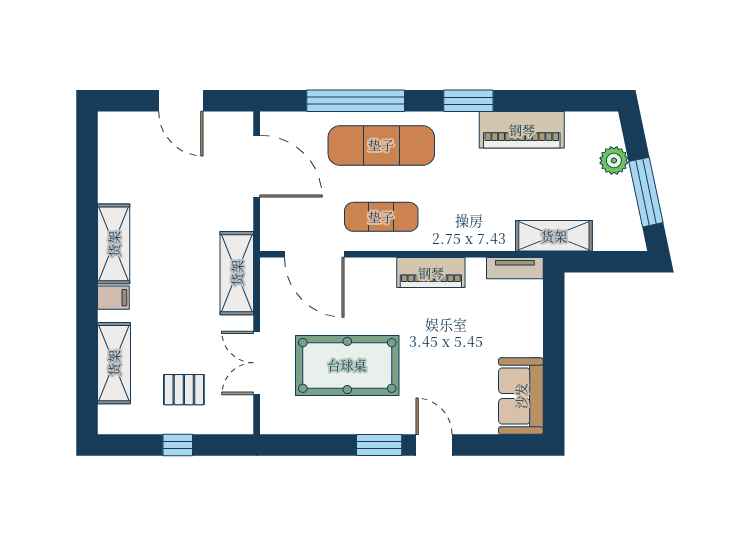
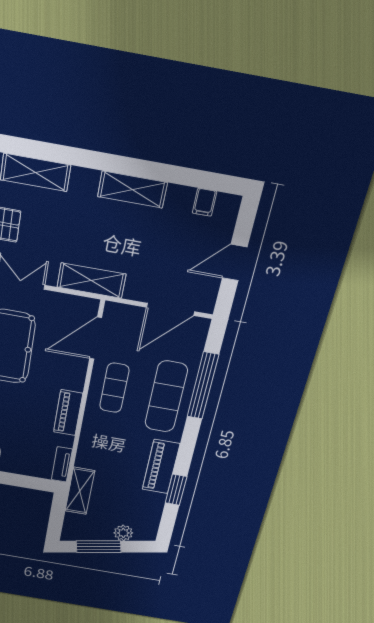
window: (468, 101) -> (176, 490), moved
piano: (522, 130) -> (161, 467), moved
filing cabinet: (113, 298) -> (205, 202), moved

